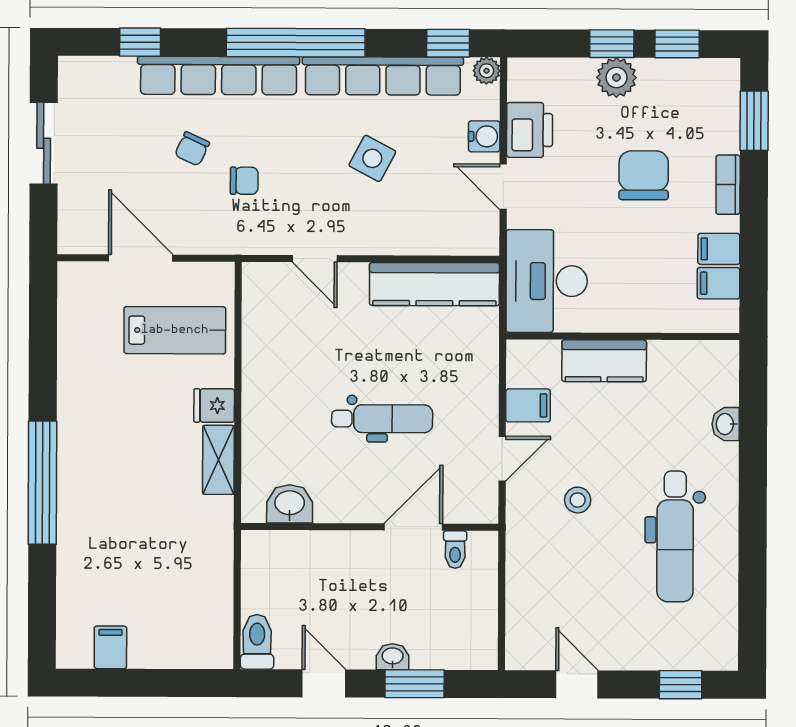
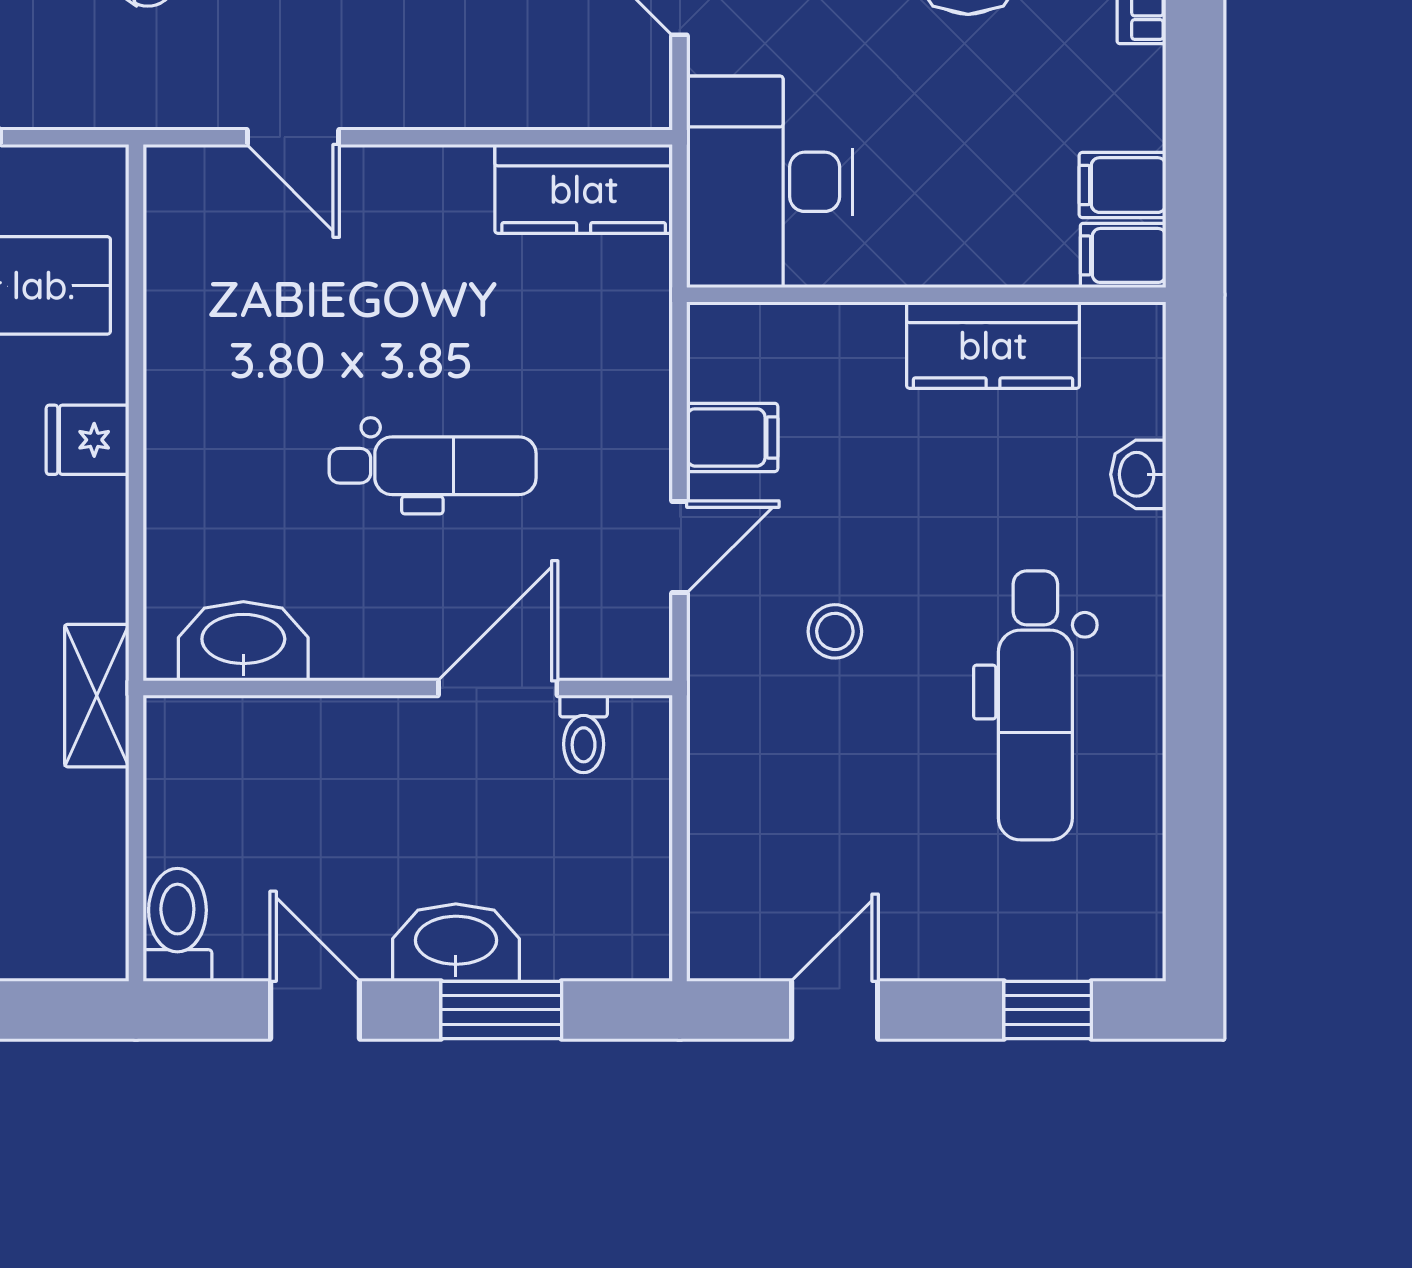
filing cabinet: (719, 249) -> (1123, 255), moved
kitchen counter: (434, 284) -> (584, 189), width x0.67
kitchen counter: (604, 361) -> (993, 345), moved
shelving: (218, 460) -> (97, 696), moved
washbasin: (290, 504) -> (243, 641), width x1.38
washbasin: (393, 657) -> (456, 943), width x1.91, depth x1.45
door: (577, 684) -> (835, 1010), hinge flipped

